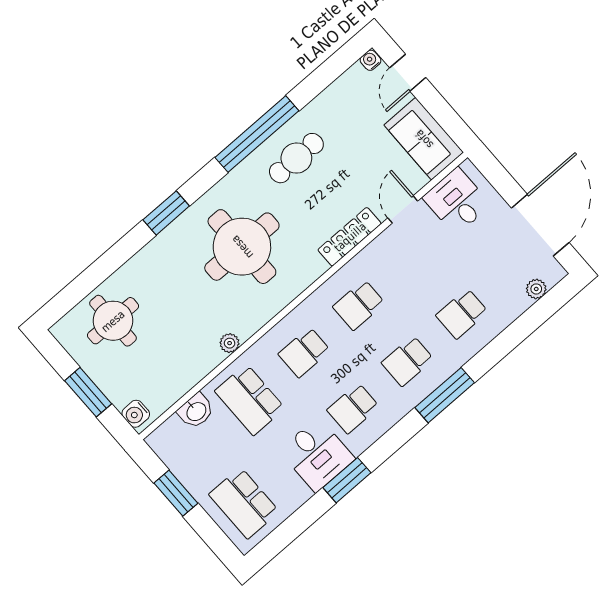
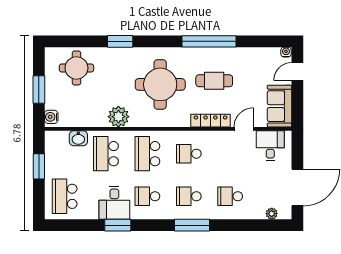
cafe table: (296, 158) -> (214, 81), moved
window: (166, 213) -> (120, 41), moved
plant: (230, 343) -> (118, 117), width x1.88, depth x1.88
school desk: (304, 352) -> (147, 154), width x1.85

